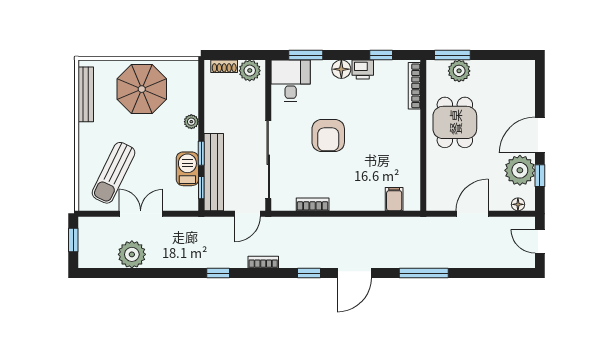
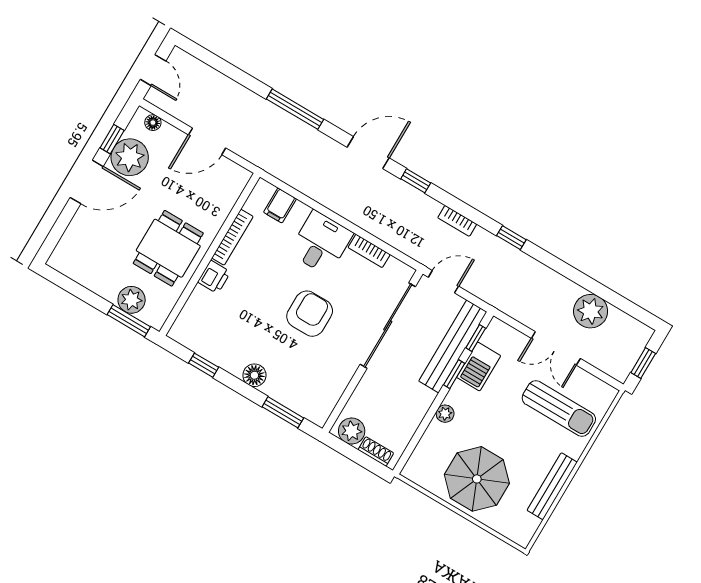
printer: (363, 69) -> (214, 277), moved, turned 90
desk: (291, 81) -> (321, 243), moved, turned 180
bookcase: (414, 86) -> (232, 237), moved
bench: (86, 94) -> (552, 486), moved
sun lounger: (113, 173) -> (559, 409), turned 64

